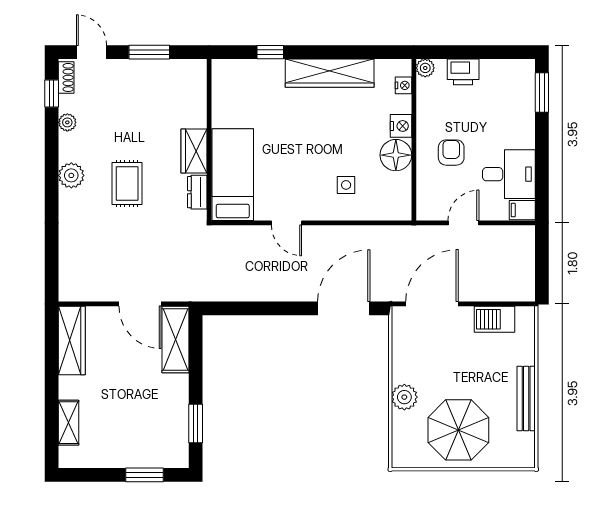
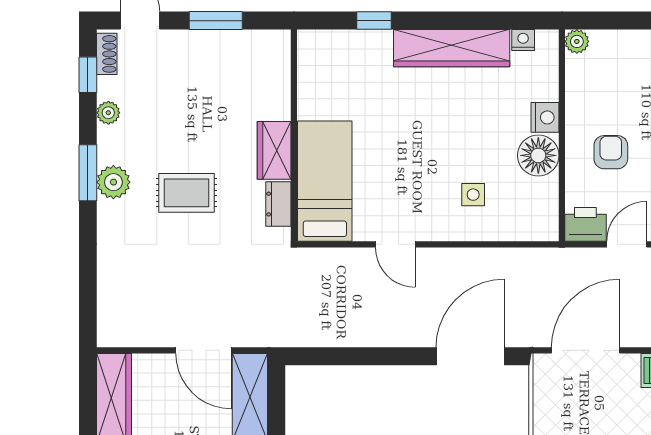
printer: (463, 72) -> (585, 224), moved, turned 180
nightstand: (403, 85) -> (523, 40), moved, turned -90
window: (52, 168) -> (88, 173), added
rug: (127, 184) -> (186, 193), turned 90

